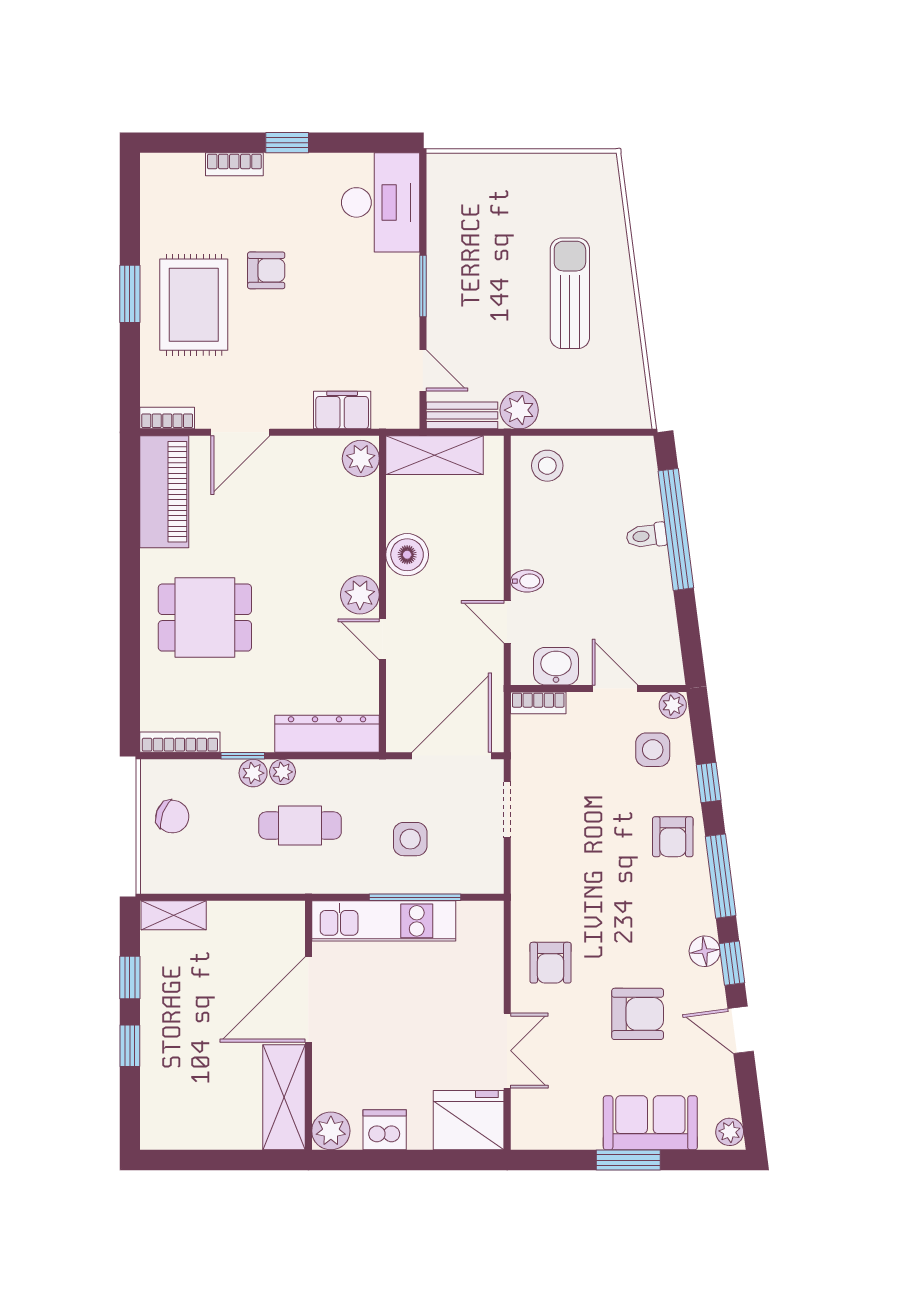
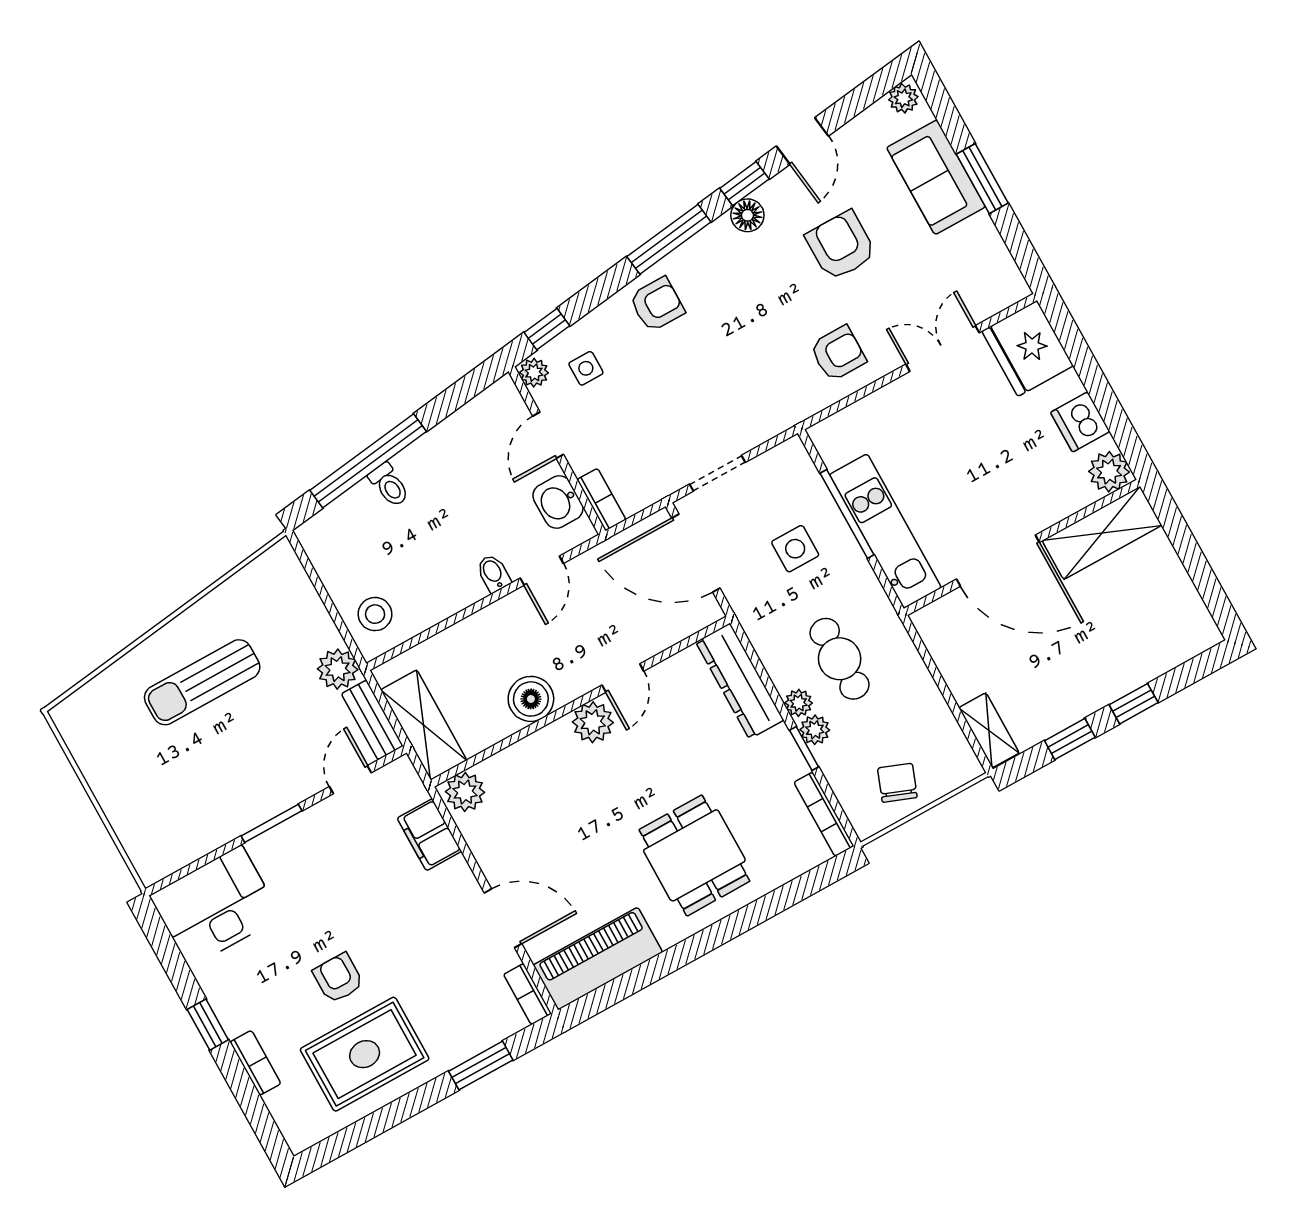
window: (130, 294) -> (481, 1066), moved
rug: (194, 305) -> (365, 1054), moved
side table: (653, 750) -> (586, 368), width x0.73, depth x0.73
window: (709, 783) -> (547, 329), moved

